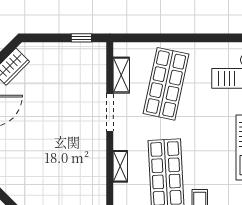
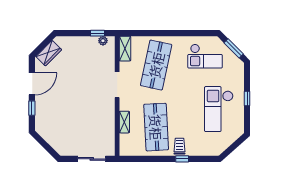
plant: (89, 49) -> (103, 41), added
shelving: (121, 75) -> (125, 49), moved

